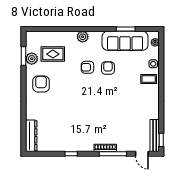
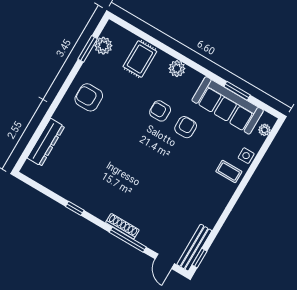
rug: (53, 54) -> (140, 59), moved, turned 90
plant: (32, 59) -> (103, 46), moved
armchair: (41, 84) -> (89, 97), turned -90
dresser: (31, 136) -> (46, 142), moved

